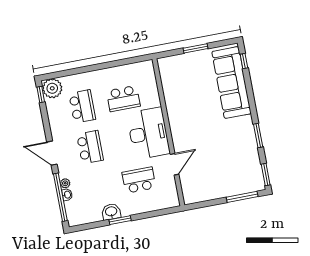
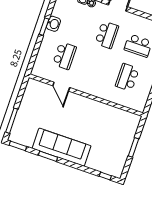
sofa: (232, 83) -> (62, 147), moved
desk: (148, 133) -> (93, 81), removed
school desk: (90, 147) -> (107, 35), turned -90

